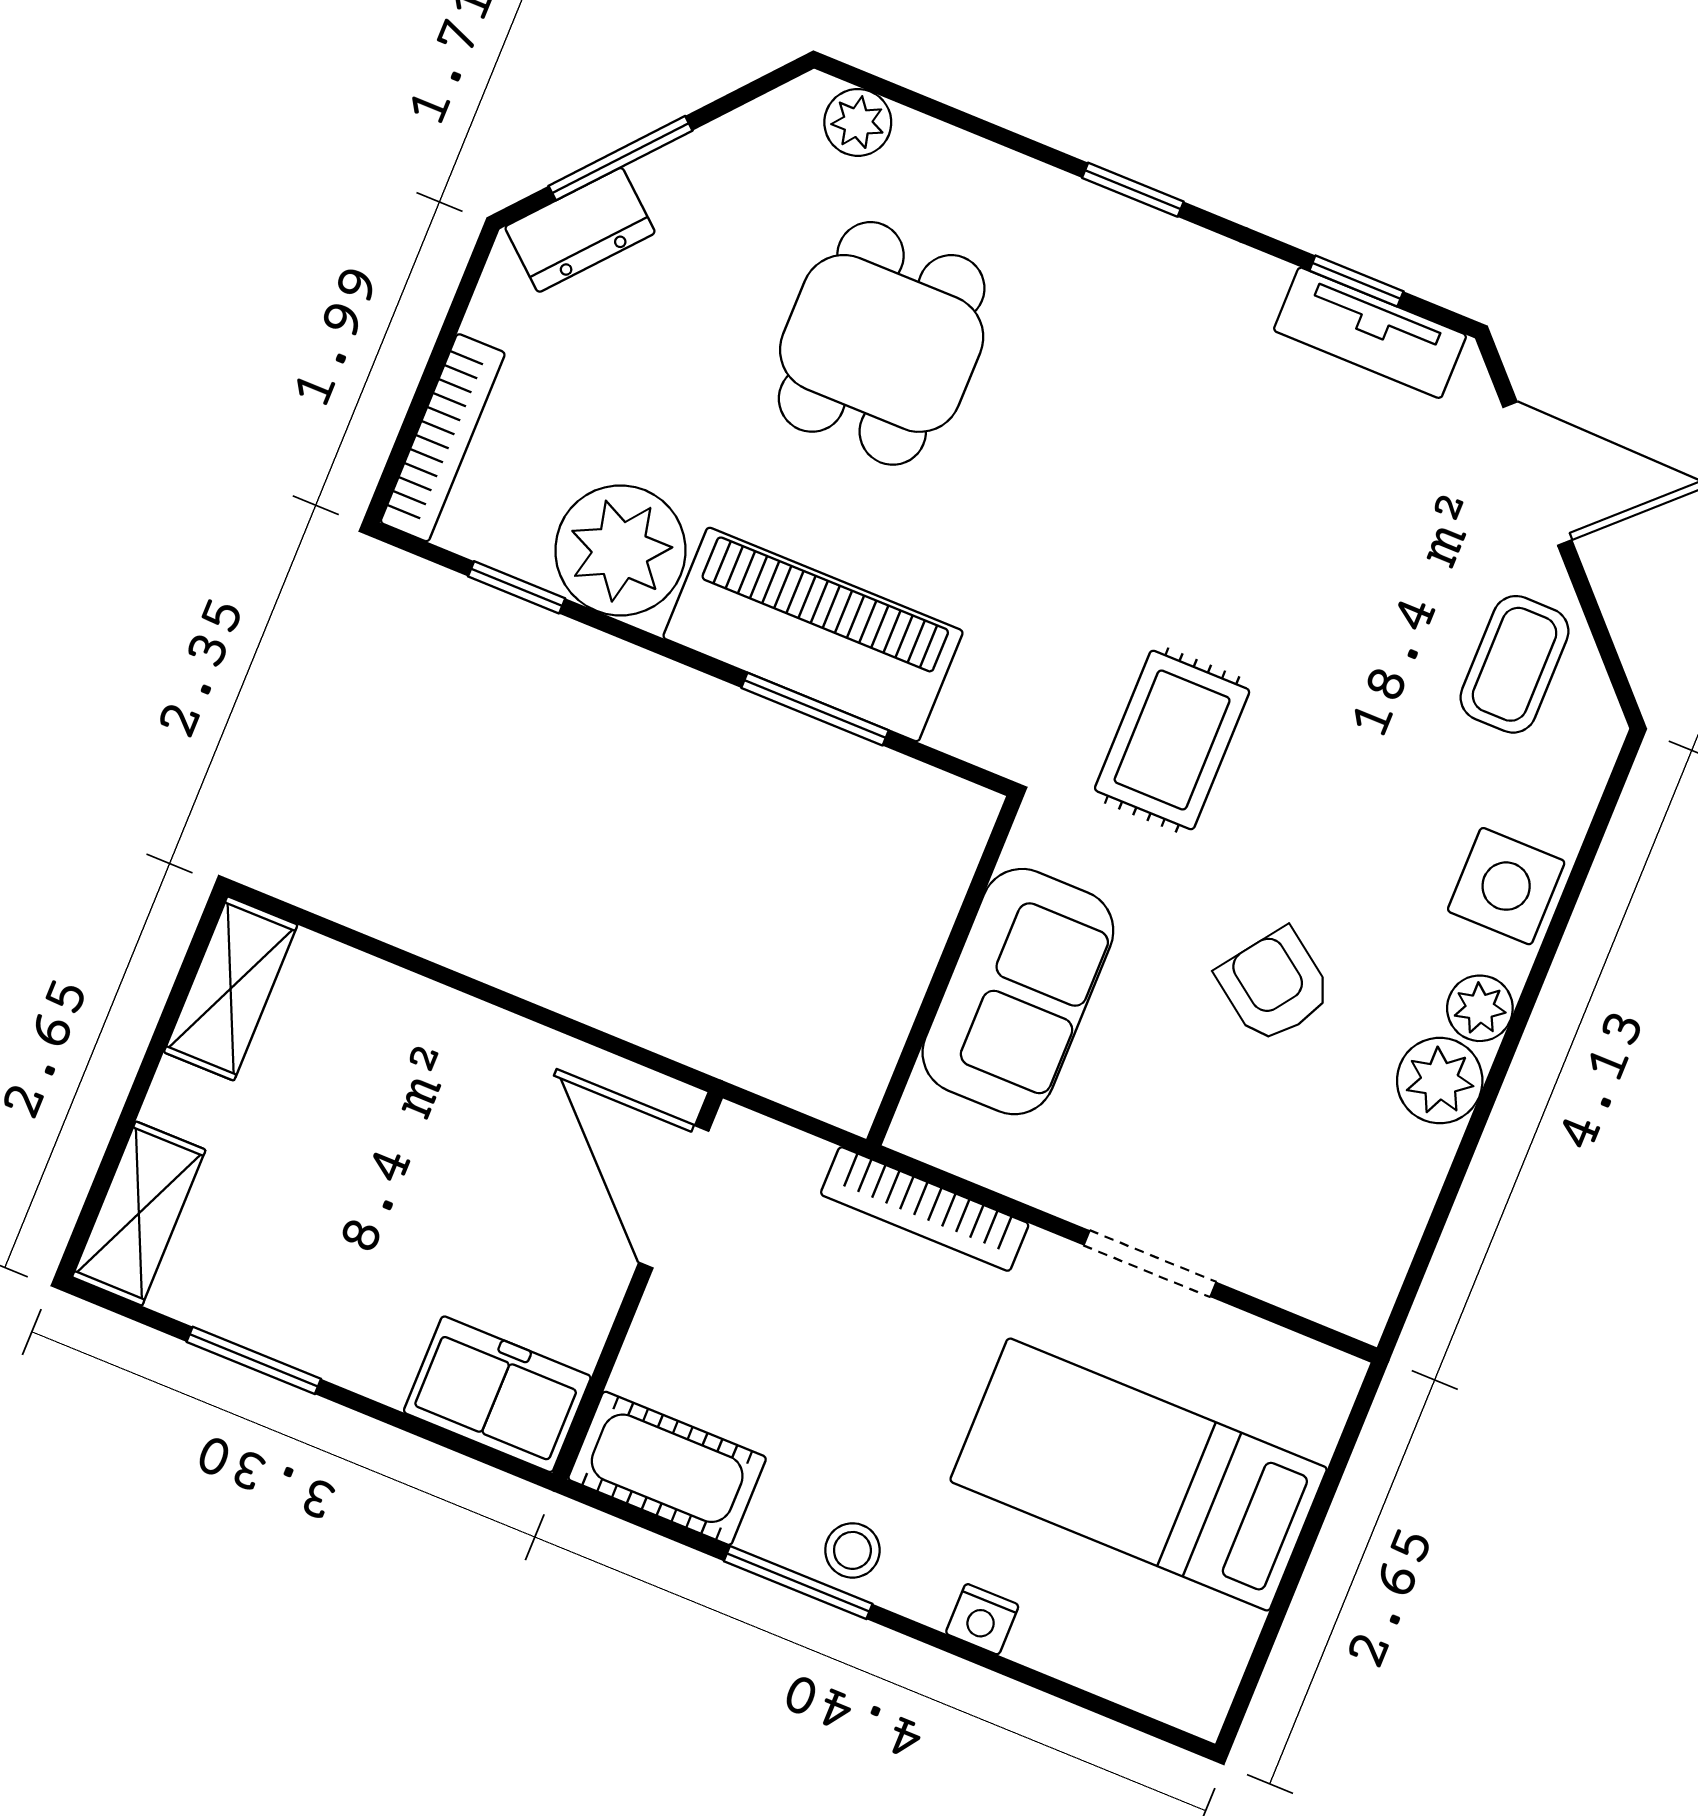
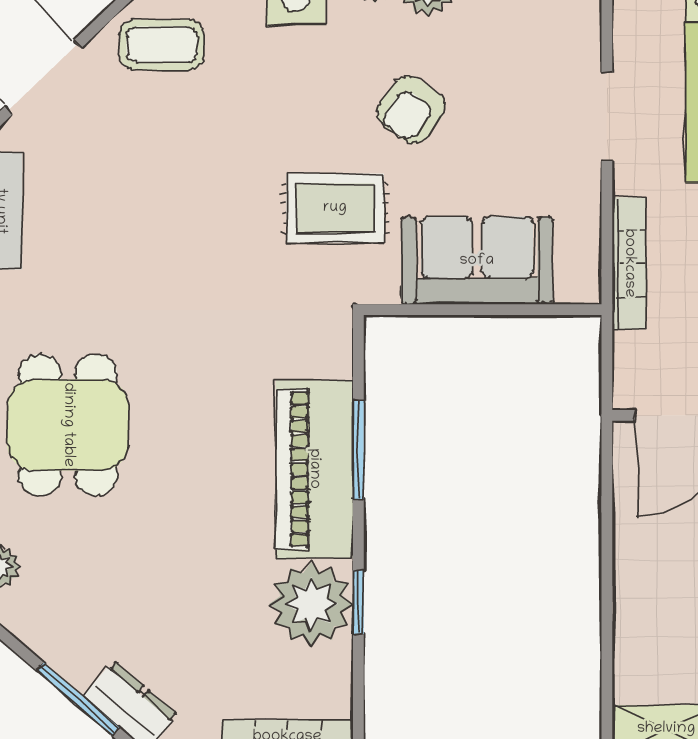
dining table: (882, 343) -> (68, 425), moved, turned 90
window: (517, 587) -> (358, 602), moved
rug: (1172, 740) -> (335, 208), moved

